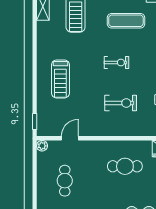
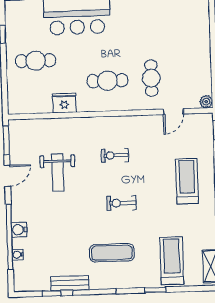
exercise bike: (121, 103) -> (115, 155), width x0.73, depth x0.72
cafe table: (65, 181) -> (151, 78), moved

